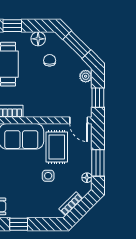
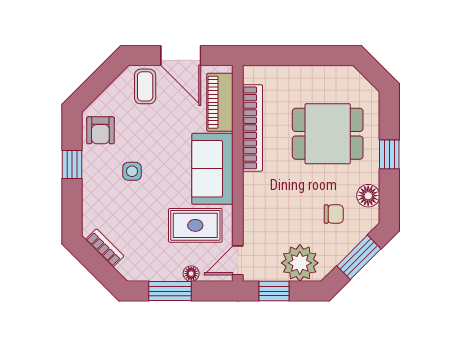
plant: (86, 76) -> (300, 263), width x1.88, depth x1.88
side table: (48, 176) -> (132, 171), moved
floor lamp: (87, 178) -> (191, 274), moved

